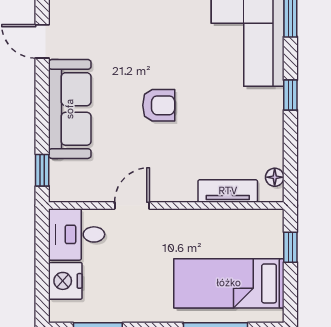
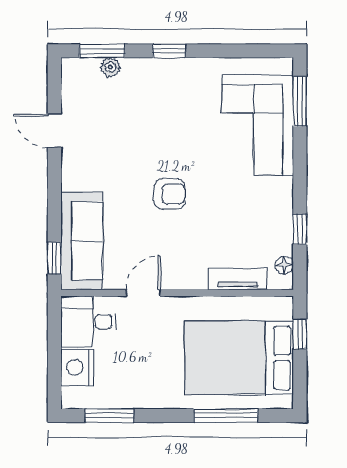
window: (290, 95) -> (300, 229), moved
sofa: (70, 109) -> (82, 241), moved
bed: (229, 283) -> (239, 358), width x1.50

